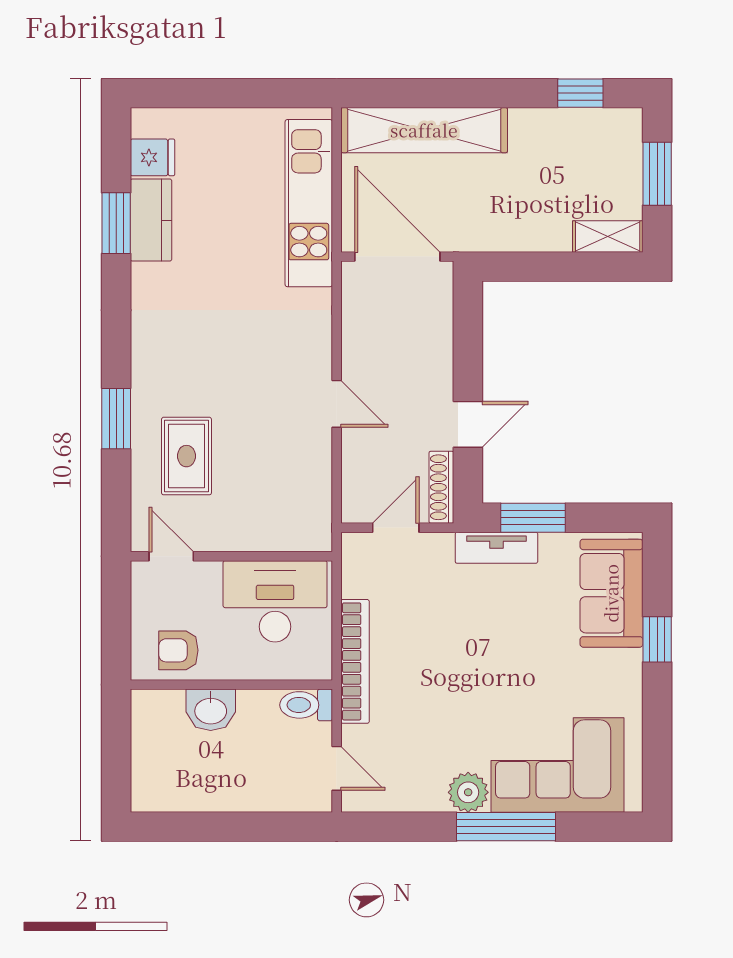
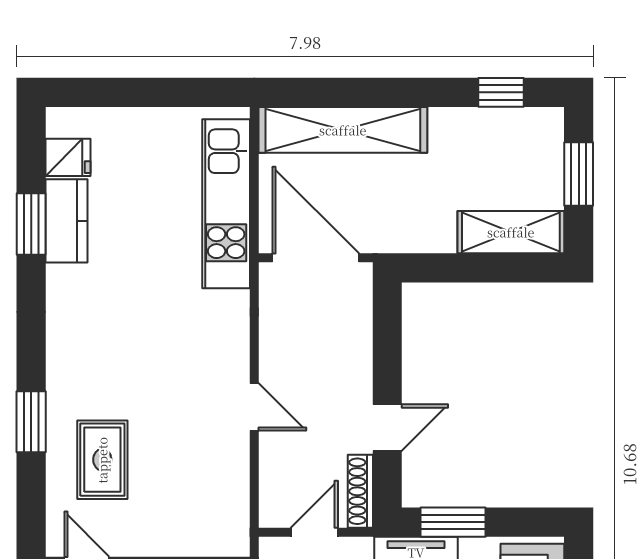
shelving: (608, 236) -> (511, 232), width x1.50, depth x1.33

